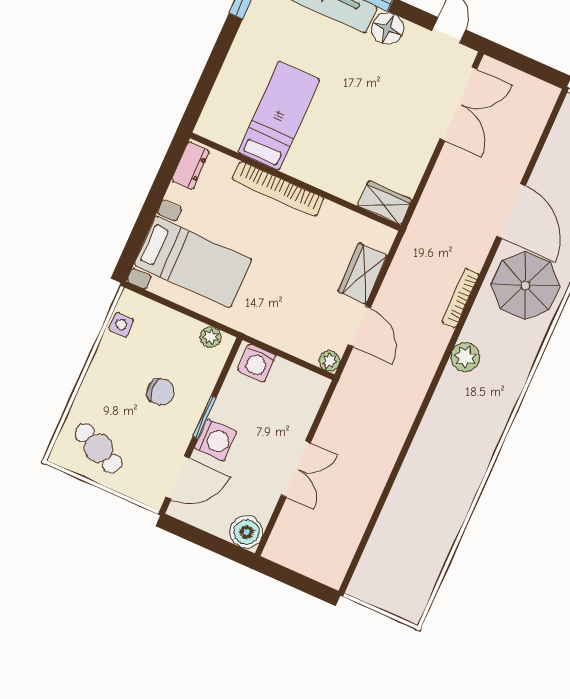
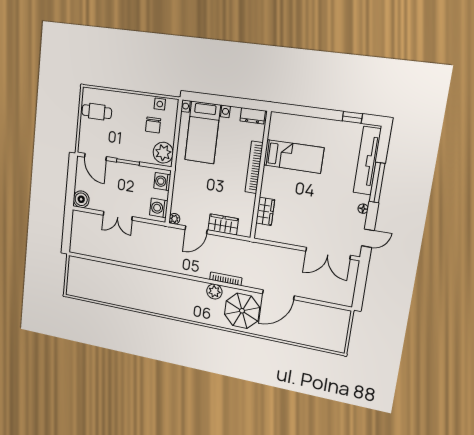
floor lamp: (388, 29) -> (363, 209), width x0.53, depth x0.53
wardrobe: (385, 203) -> (265, 211), moved
plant: (211, 337) -> (163, 153), width x1.87, depth x1.87
plant: (465, 357) -> (214, 292), moved
chair: (161, 392) -> (153, 125), moved
washing machine: (216, 440) -> (159, 208), moved, turned 90
cafe table: (98, 448) -> (97, 112), turned 66

